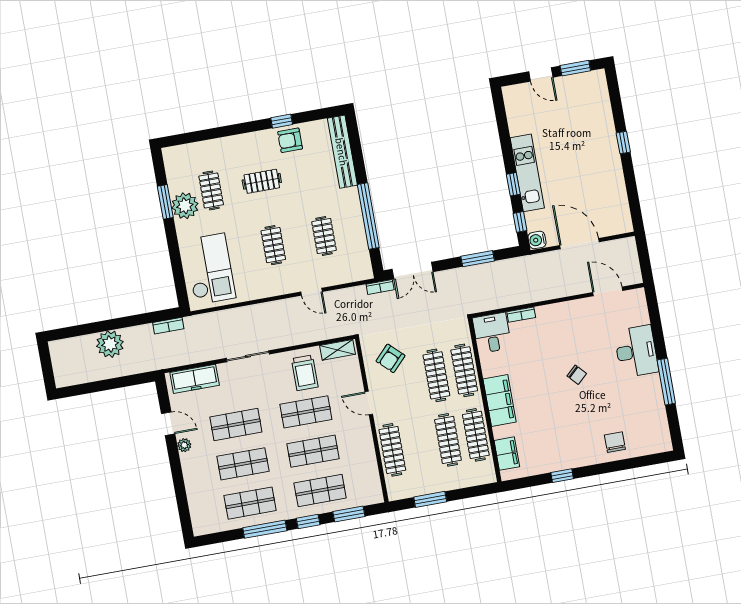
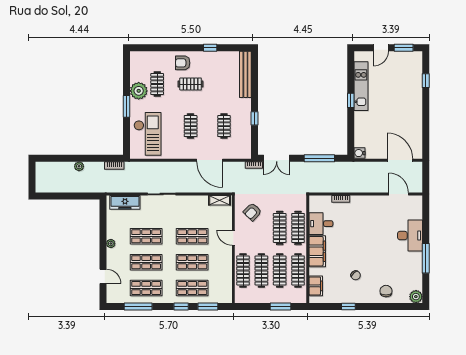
door: (541, 74) -> (381, 48), hinge flipped
armchair: (290, 140) -> (183, 63), moved
window: (623, 142) -> (426, 81), moved
kitchen unit: (527, 173) -> (361, 86), moved
window: (513, 184) -> (351, 100), moved
window: (165, 202) -> (127, 106), moved
window: (368, 216) -> (255, 118), width x0.32
window: (520, 222) -> (351, 140), removed
door: (579, 244) -> (400, 160), moved
window: (478, 259) -> (319, 158), width x1.44
door: (312, 292) -> (210, 160), width x1.88
desk: (492, 333) -> (321, 224), moved, turned -90
plant: (110, 344) -> (79, 166), width x0.53, depth x0.53
trolley: (305, 373) -> (196, 211), removed
chair: (577, 375) -> (356, 275), moved
door: (168, 424) -> (103, 276), moved
plant: (662, 442) -> (416, 297), added
clothes rail: (420, 445) -> (261, 270), added
window: (430, 499) -> (280, 306), moved
window: (265, 529) -> (138, 306), moved

